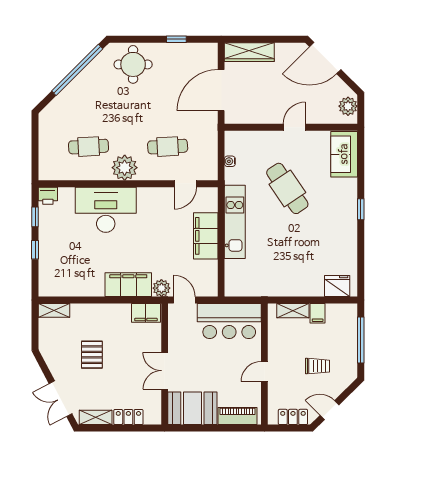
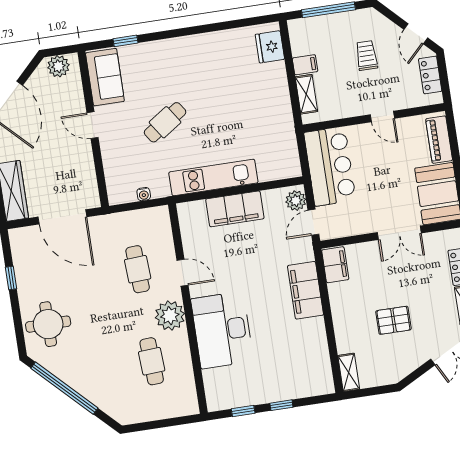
sofa: (344, 154) -> (105, 77), moved, turned -90
door: (185, 184) -> (182, 273), moved
cafe table: (287, 188) -> (165, 122), width x0.73, depth x0.74
printer: (48, 196) -> (216, 400), removed
window: (361, 209) -> (126, 41), moved
plant: (161, 288) -> (296, 201), moved

